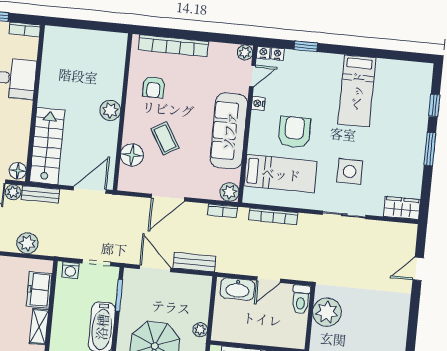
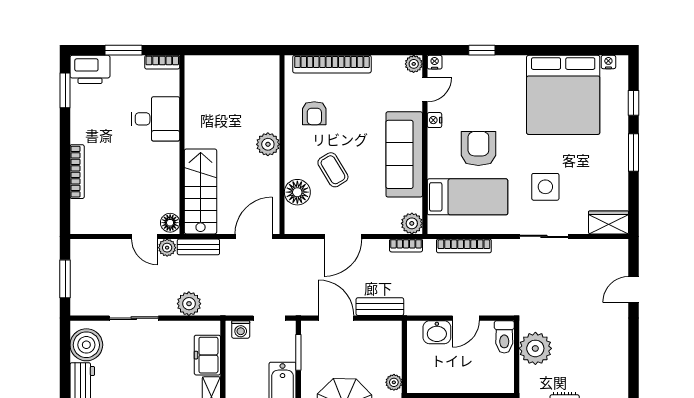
nightstand: (277, 54) -> (608, 62), moved
bed: (357, 91) -> (563, 95), width x2.04
washbasin: (237, 289) -> (437, 332), width x0.72

